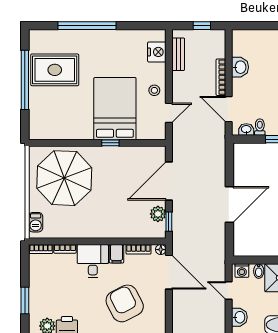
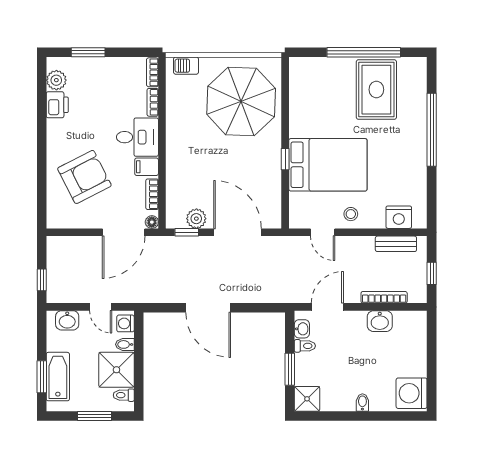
bookcase: (221, 77) -> (384, 297), moved
door: (229, 290) -> (101, 307), swing flipped

